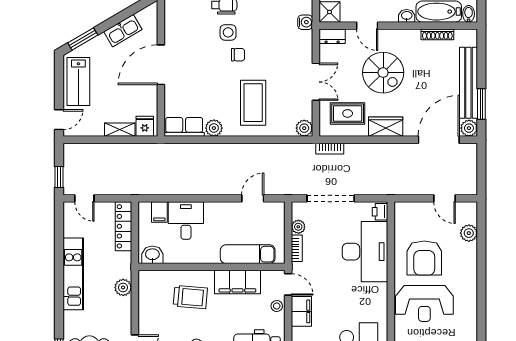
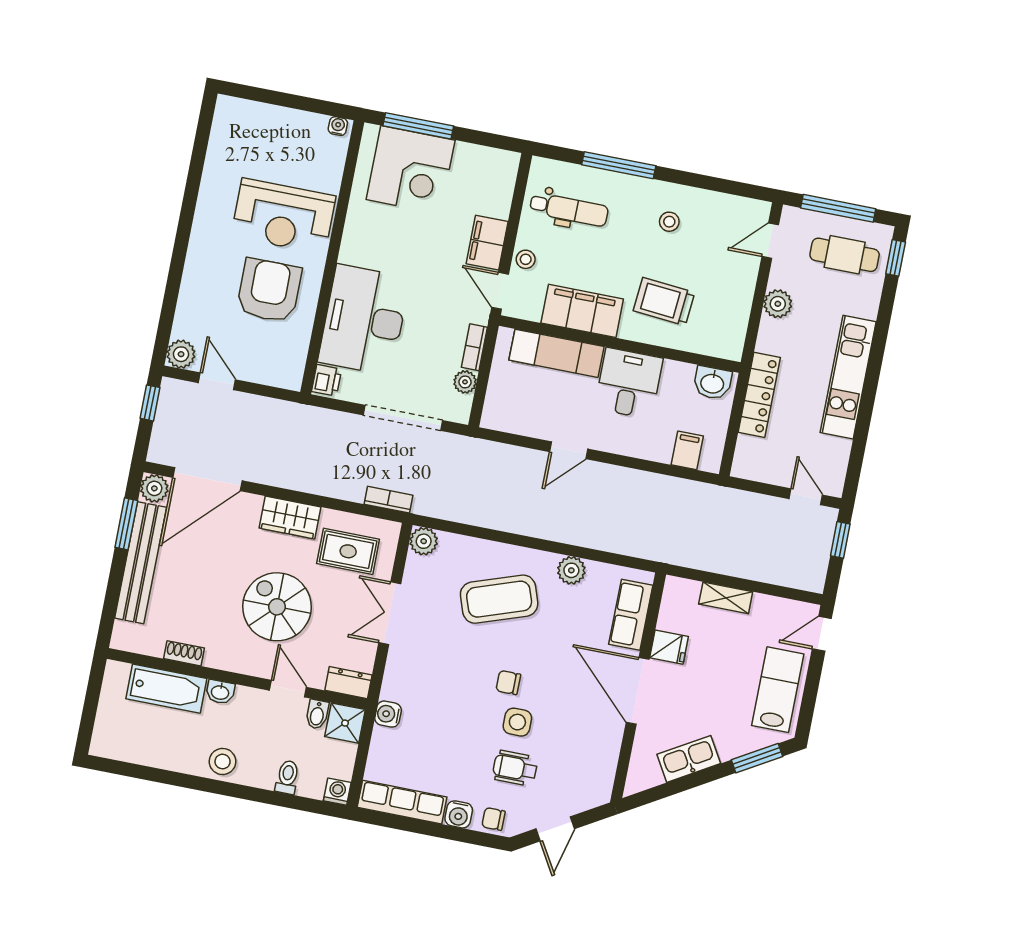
bidet: (469, 14) -> (317, 714), moved
shoe rack: (437, 34) -> (184, 653), width x0.70
door: (161, 65) -> (638, 691), swing flipped
coffee table: (253, 103) -> (499, 599), turned 71
fridge: (145, 126) -> (669, 647), moved, turned -90
row of seats: (184, 127) -> (631, 615), moved, turned 90
window: (481, 178) -> (150, 403), added
door: (253, 198) -> (569, 450), moved
desk: (186, 221) -> (629, 383), moved, turned 180
locker: (123, 226) -> (759, 395), moved
plant: (469, 233) -> (181, 354), moved
plant: (123, 287) -> (778, 304), moved
reception desk: (424, 303) -> (283, 216), turned 180

